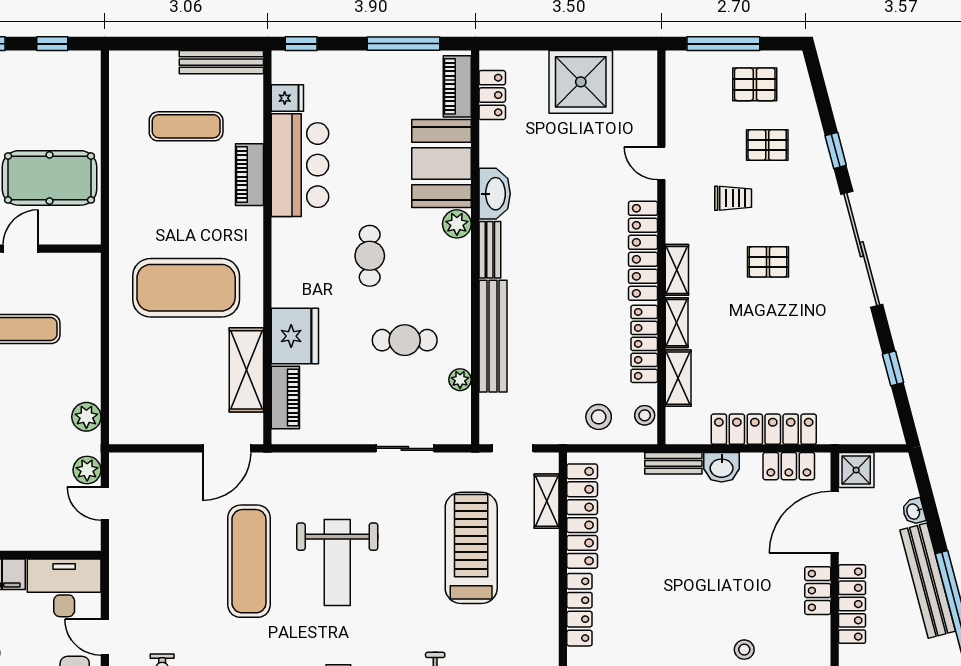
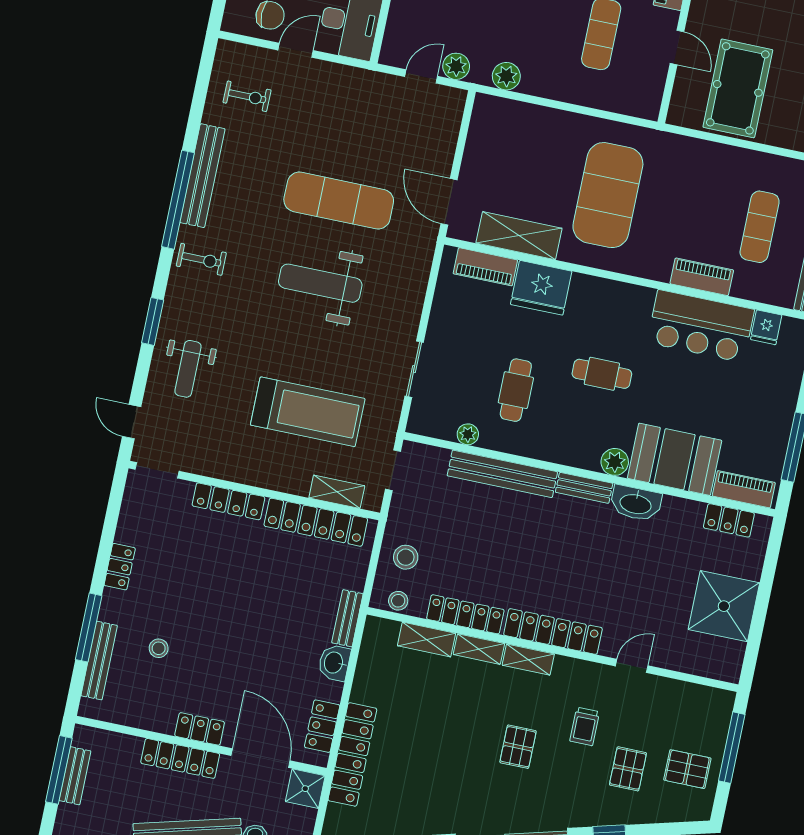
pallet: (755, 84) -> (687, 769), turned 90
locker: (764, 429) -> (352, 754), moved

